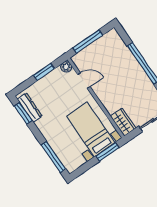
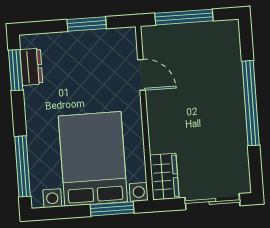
plant: (66, 67) -> (127, 37), removed
dresser: (30, 108) -> (31, 67), width x0.70
bed with nightstands: (91, 129) -> (93, 159), width x1.36

